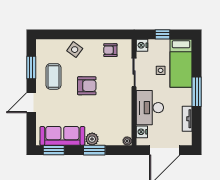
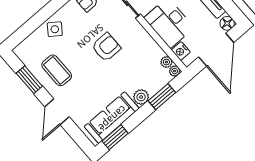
armchair: (87, 86) -> (106, 47), moved
plant: (127, 131) -> (166, 62), added
floor lamp: (186, 140) -> (227, 23), added
window: (94, 150) -> (162, 97), moved

